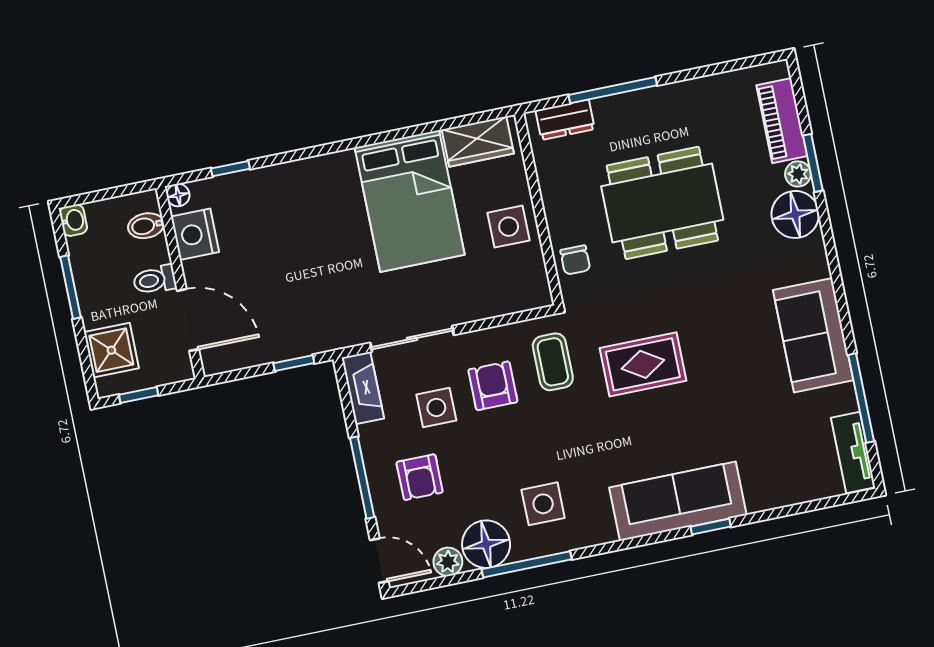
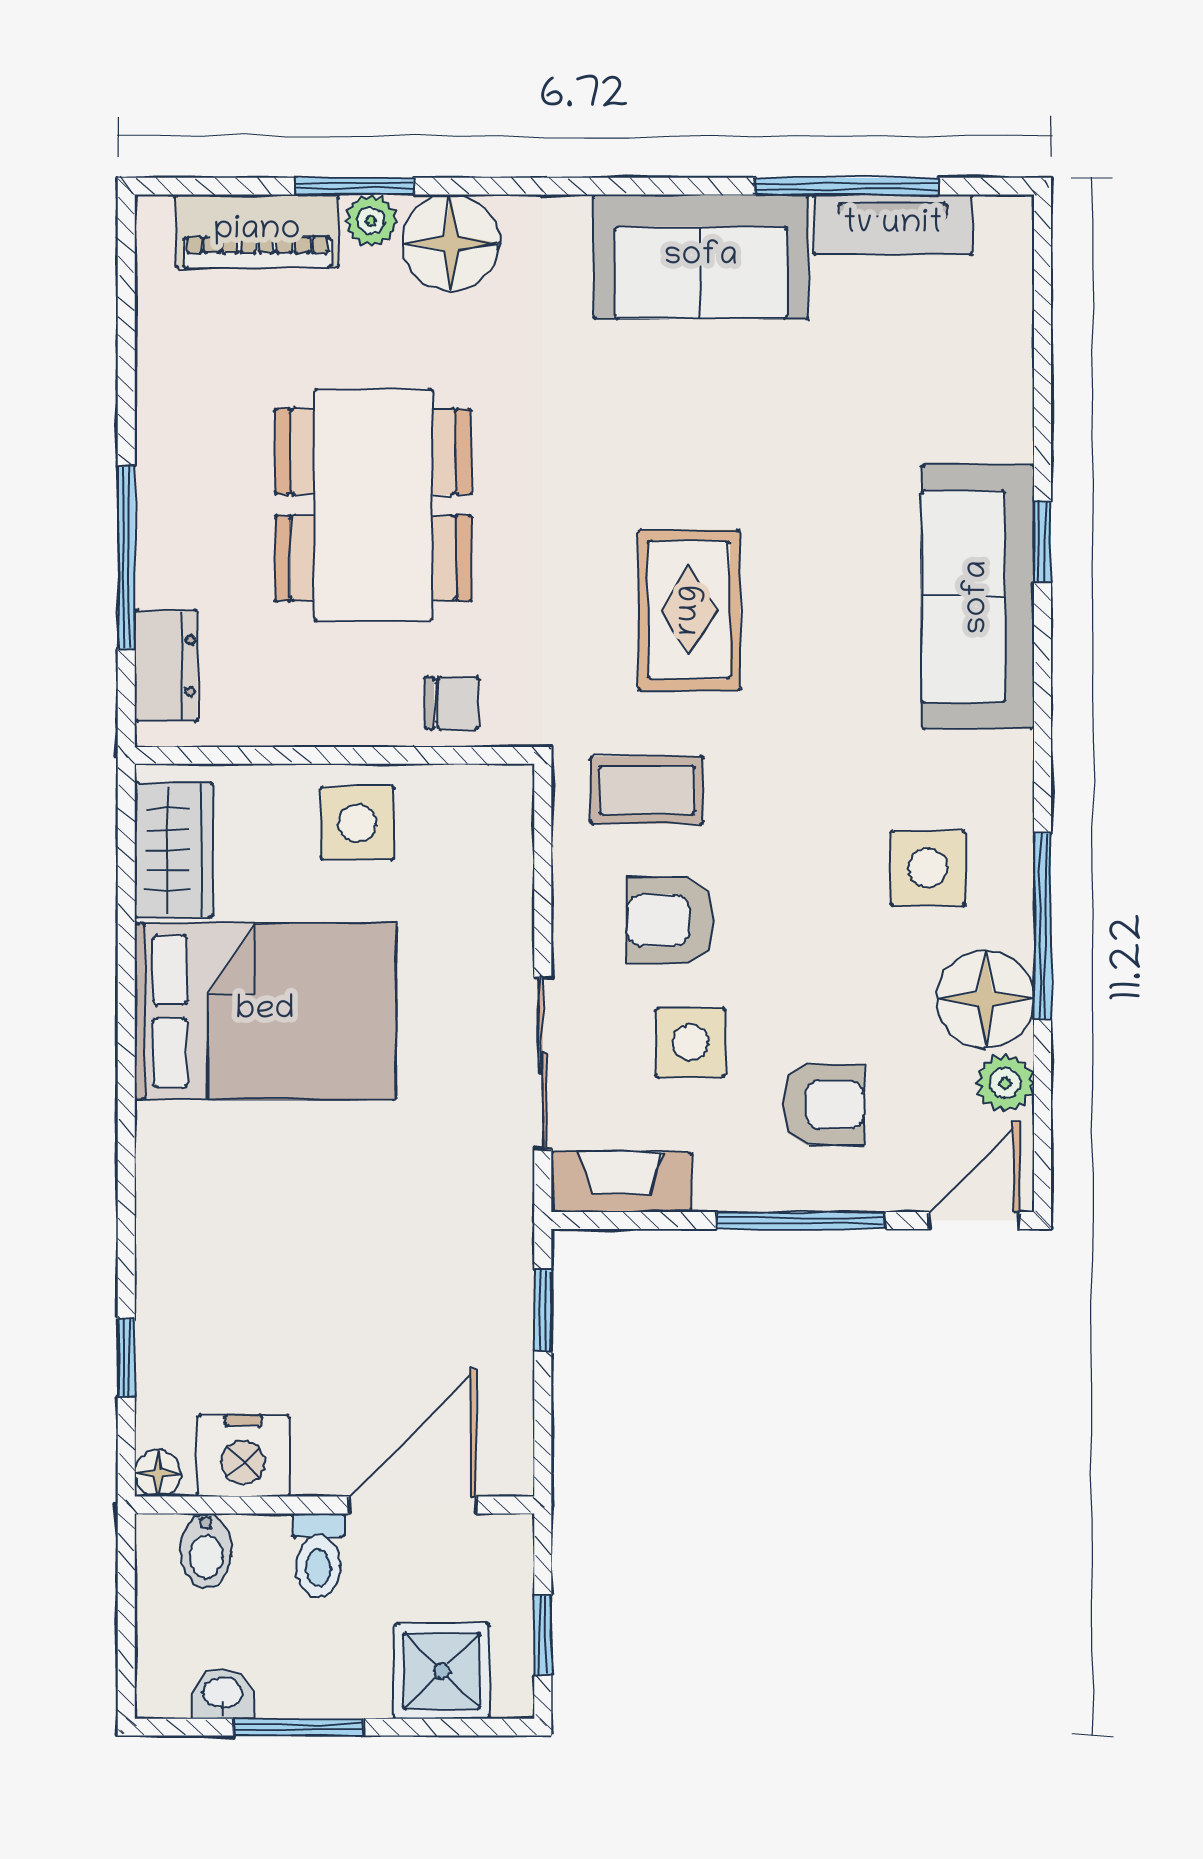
washbasin: (73, 220) -> (223, 1694), moved
tv unit: (853, 453) -> (893, 225), moved

